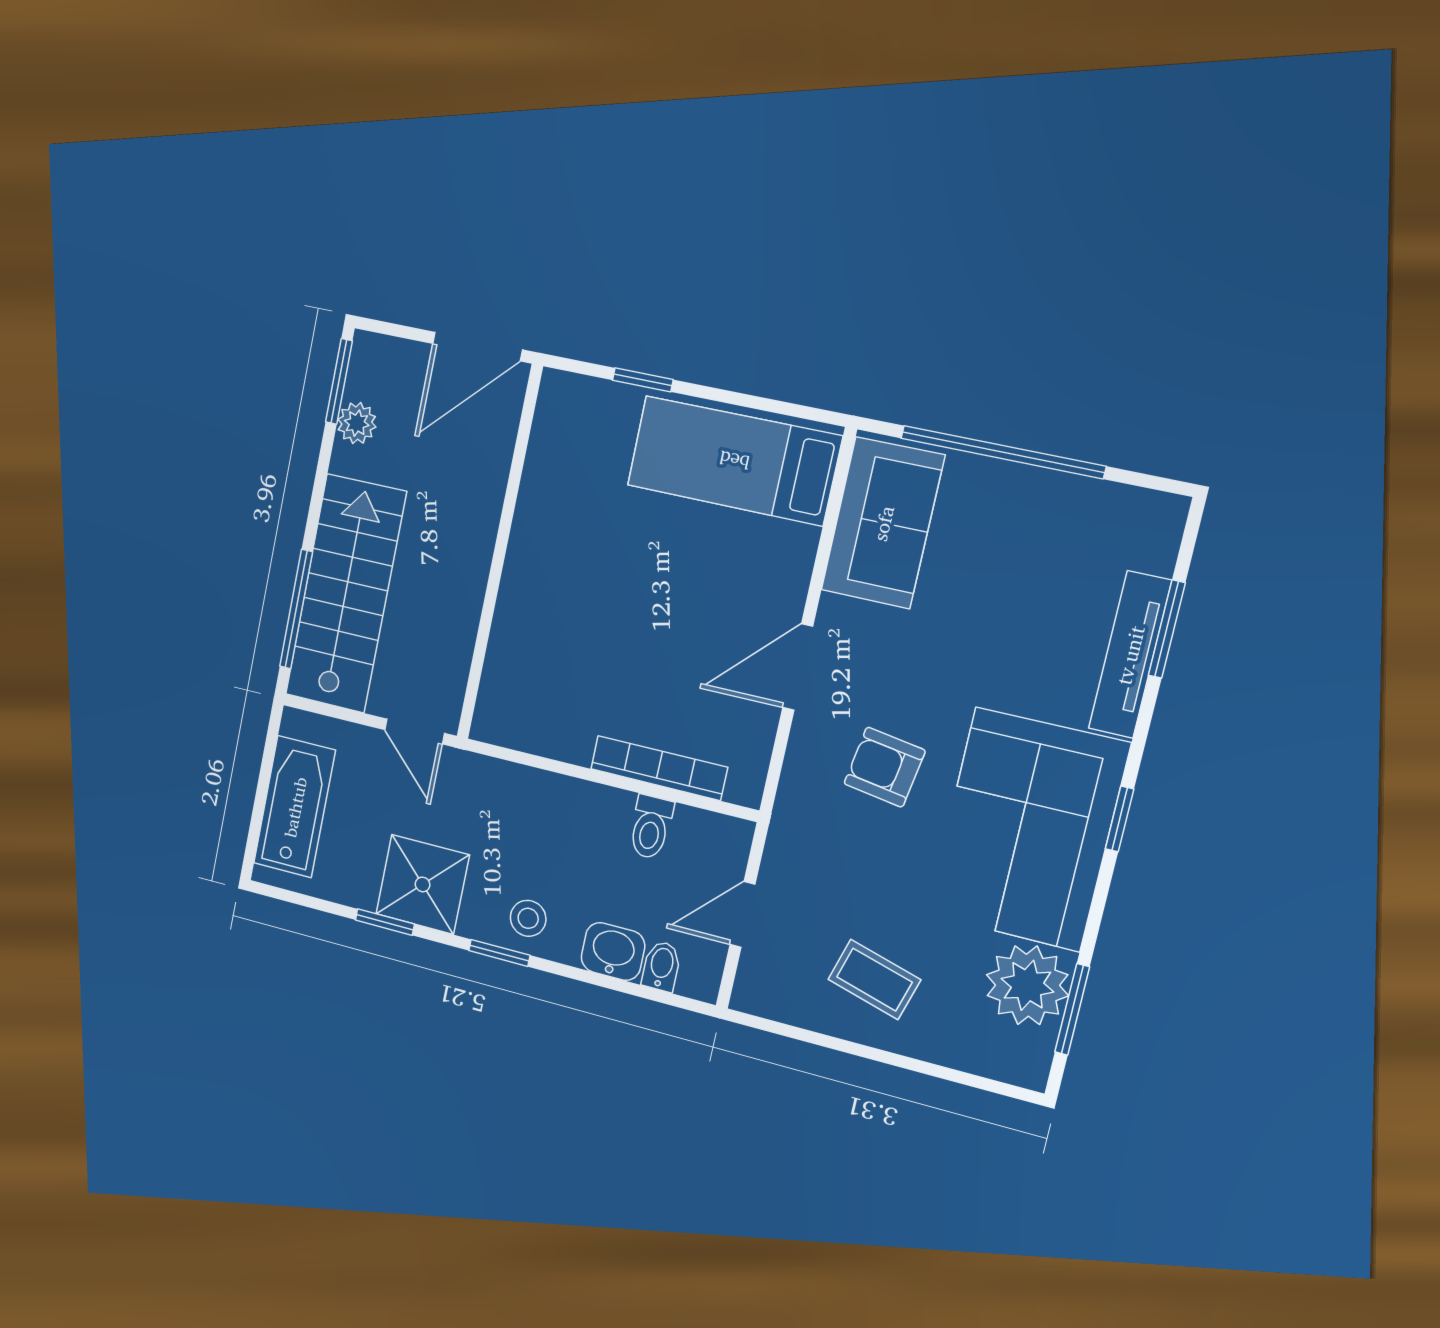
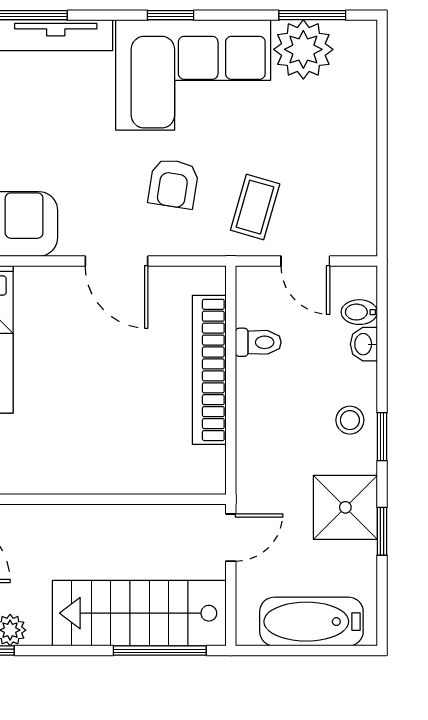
bookcase: (659, 768) -> (209, 370), width x1.48, depth x1.31
washbasin: (613, 951) -> (364, 344), width x0.72, depth x0.69
coffee table: (874, 980) -> (255, 207), moved

